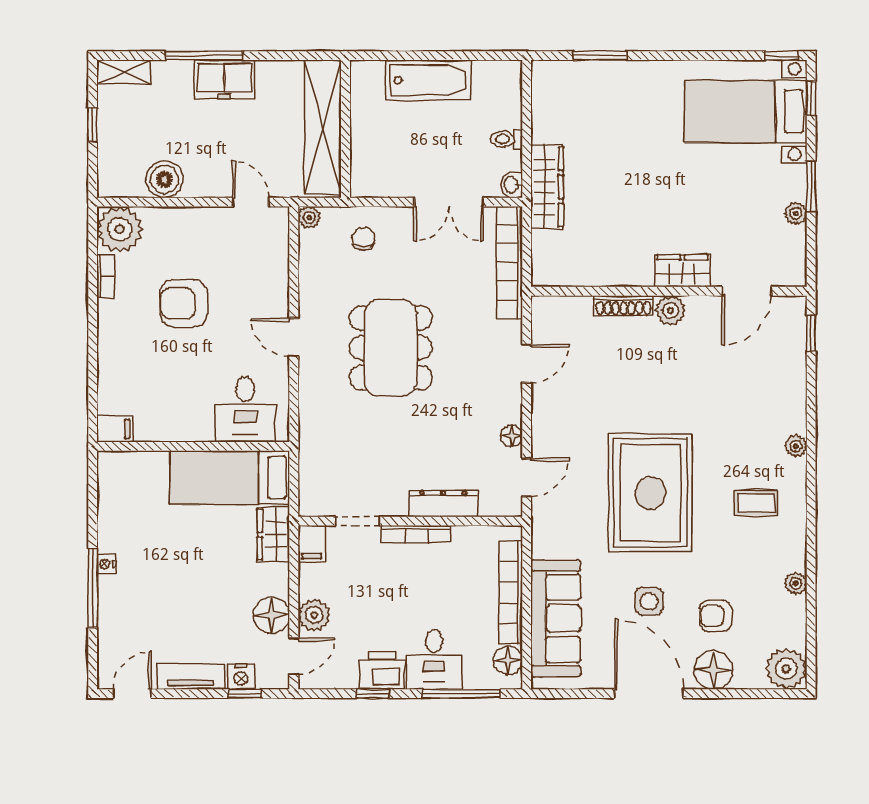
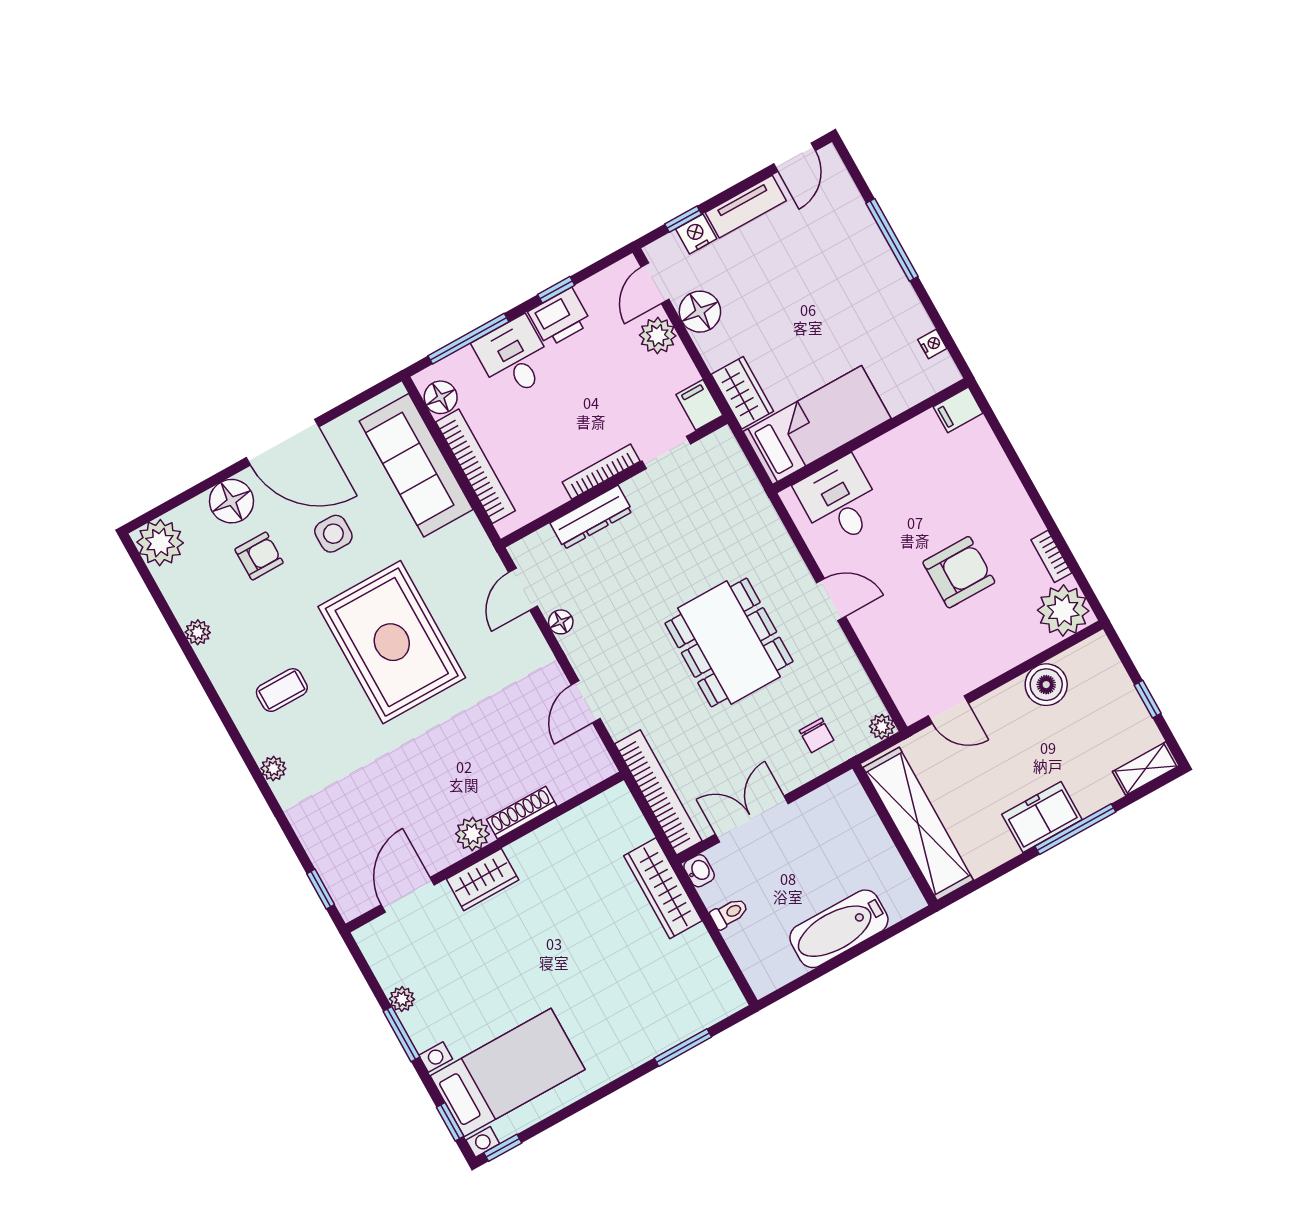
nightstand: (106, 564) -> (932, 344), moved

